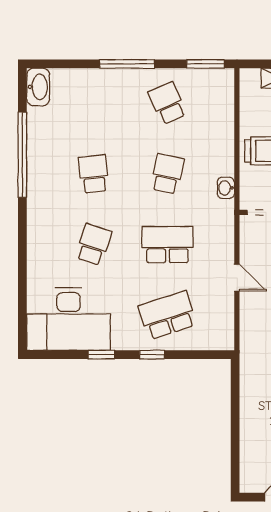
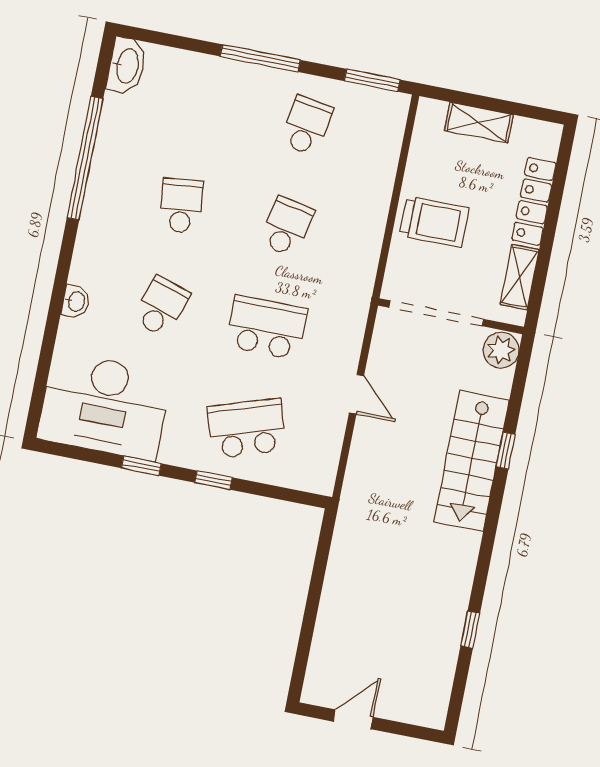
school desk: (167, 103) -> (307, 126), turned 33
washbasin: (226, 188) -> (76, 302), moved, turned 180

